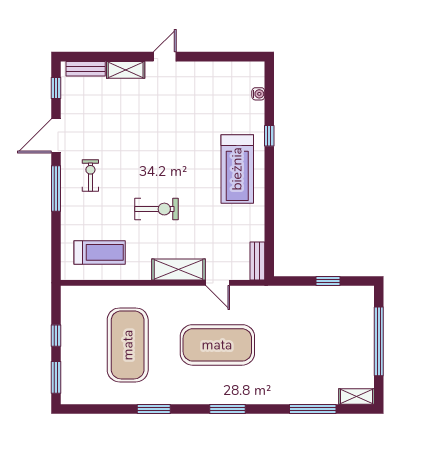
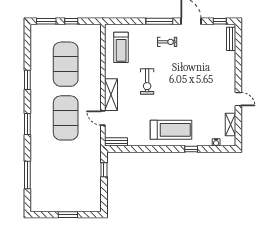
door: (165, 57) -> (238, 99), moved
shelving: (126, 70) -> (230, 124), moved
treadmill: (237, 169) -> (171, 130), turned 180
window: (328, 281) -> (104, 170), moved
door: (218, 283) -> (103, 118), hinge flipped
window: (379, 341) -> (68, 215), width x0.47
exercise mat: (128, 345) -> (66, 64), turned 90
shelving: (357, 396) -> (35, 201), removed

